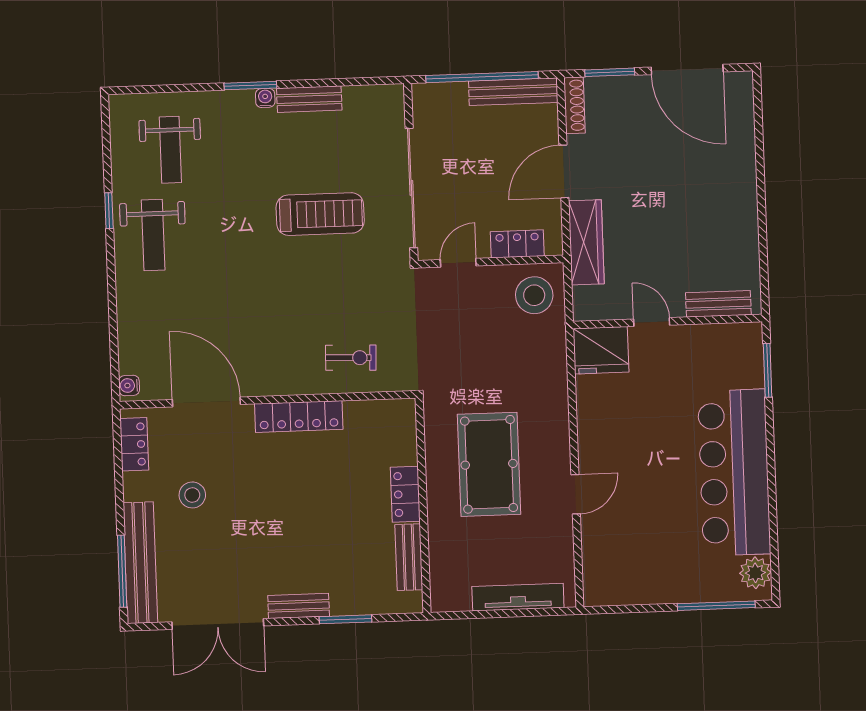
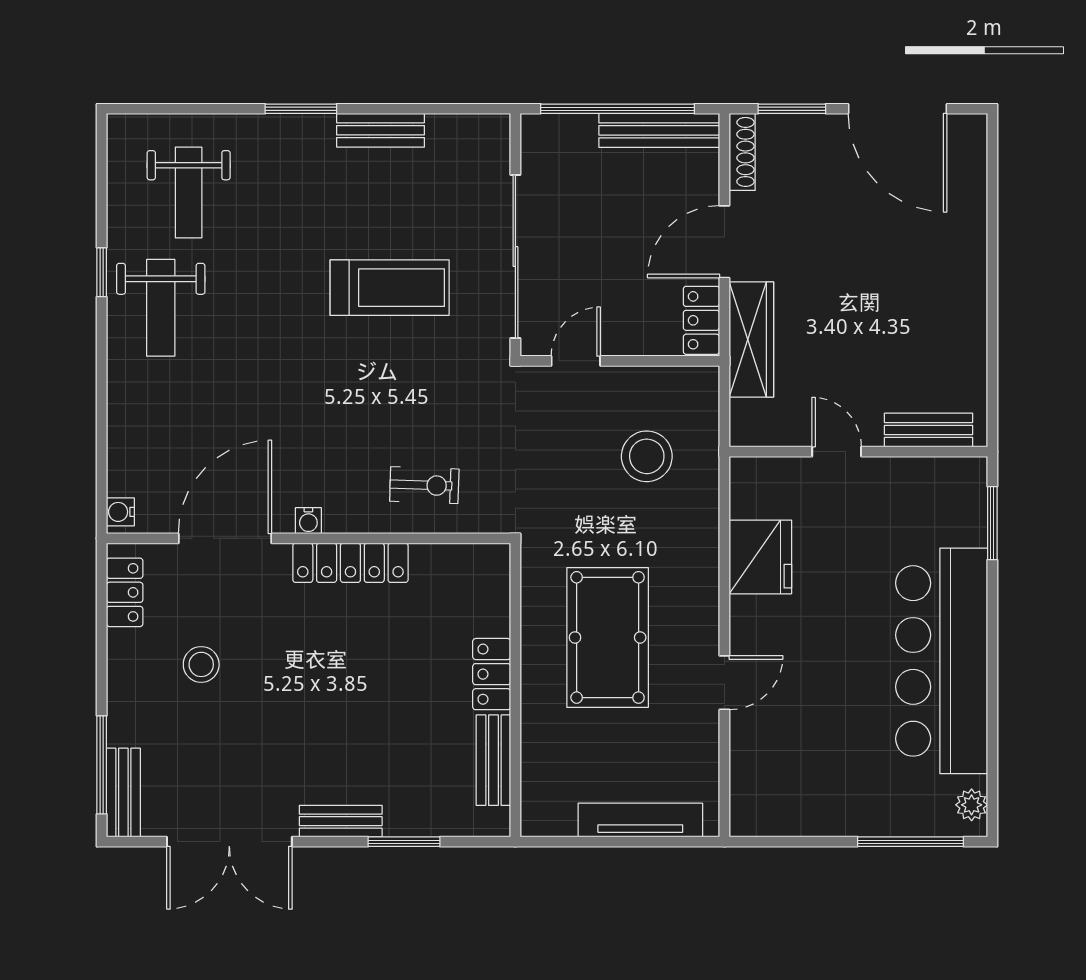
water cooler: (265, 98) -> (308, 521), moved, turned 180
locker: (517, 244) -> (701, 320), moved, turned -90
stool: (534, 295) -> (647, 456), moved
fridge: (601, 350) -> (760, 557), moved, turned -90
door: (206, 402) -> (225, 538), hinge flipped
bench: (140, 563) -> (123, 793), width x0.54, depth x0.82
plant: (755, 573) -> (972, 805), width x0.73, depth x0.73

